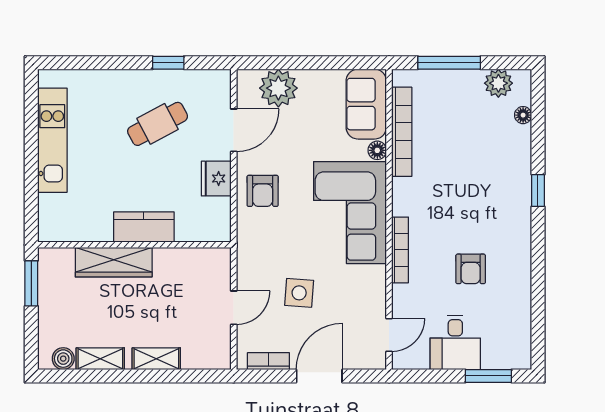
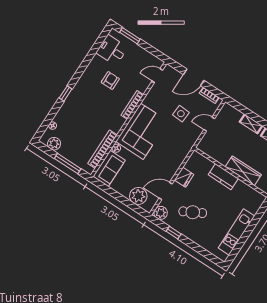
plant: (217, 84) -> (161, 213), added
armchair: (263, 191) -> (170, 161), removed
desk: (455, 342) -> (112, 50), moved, turned -90

